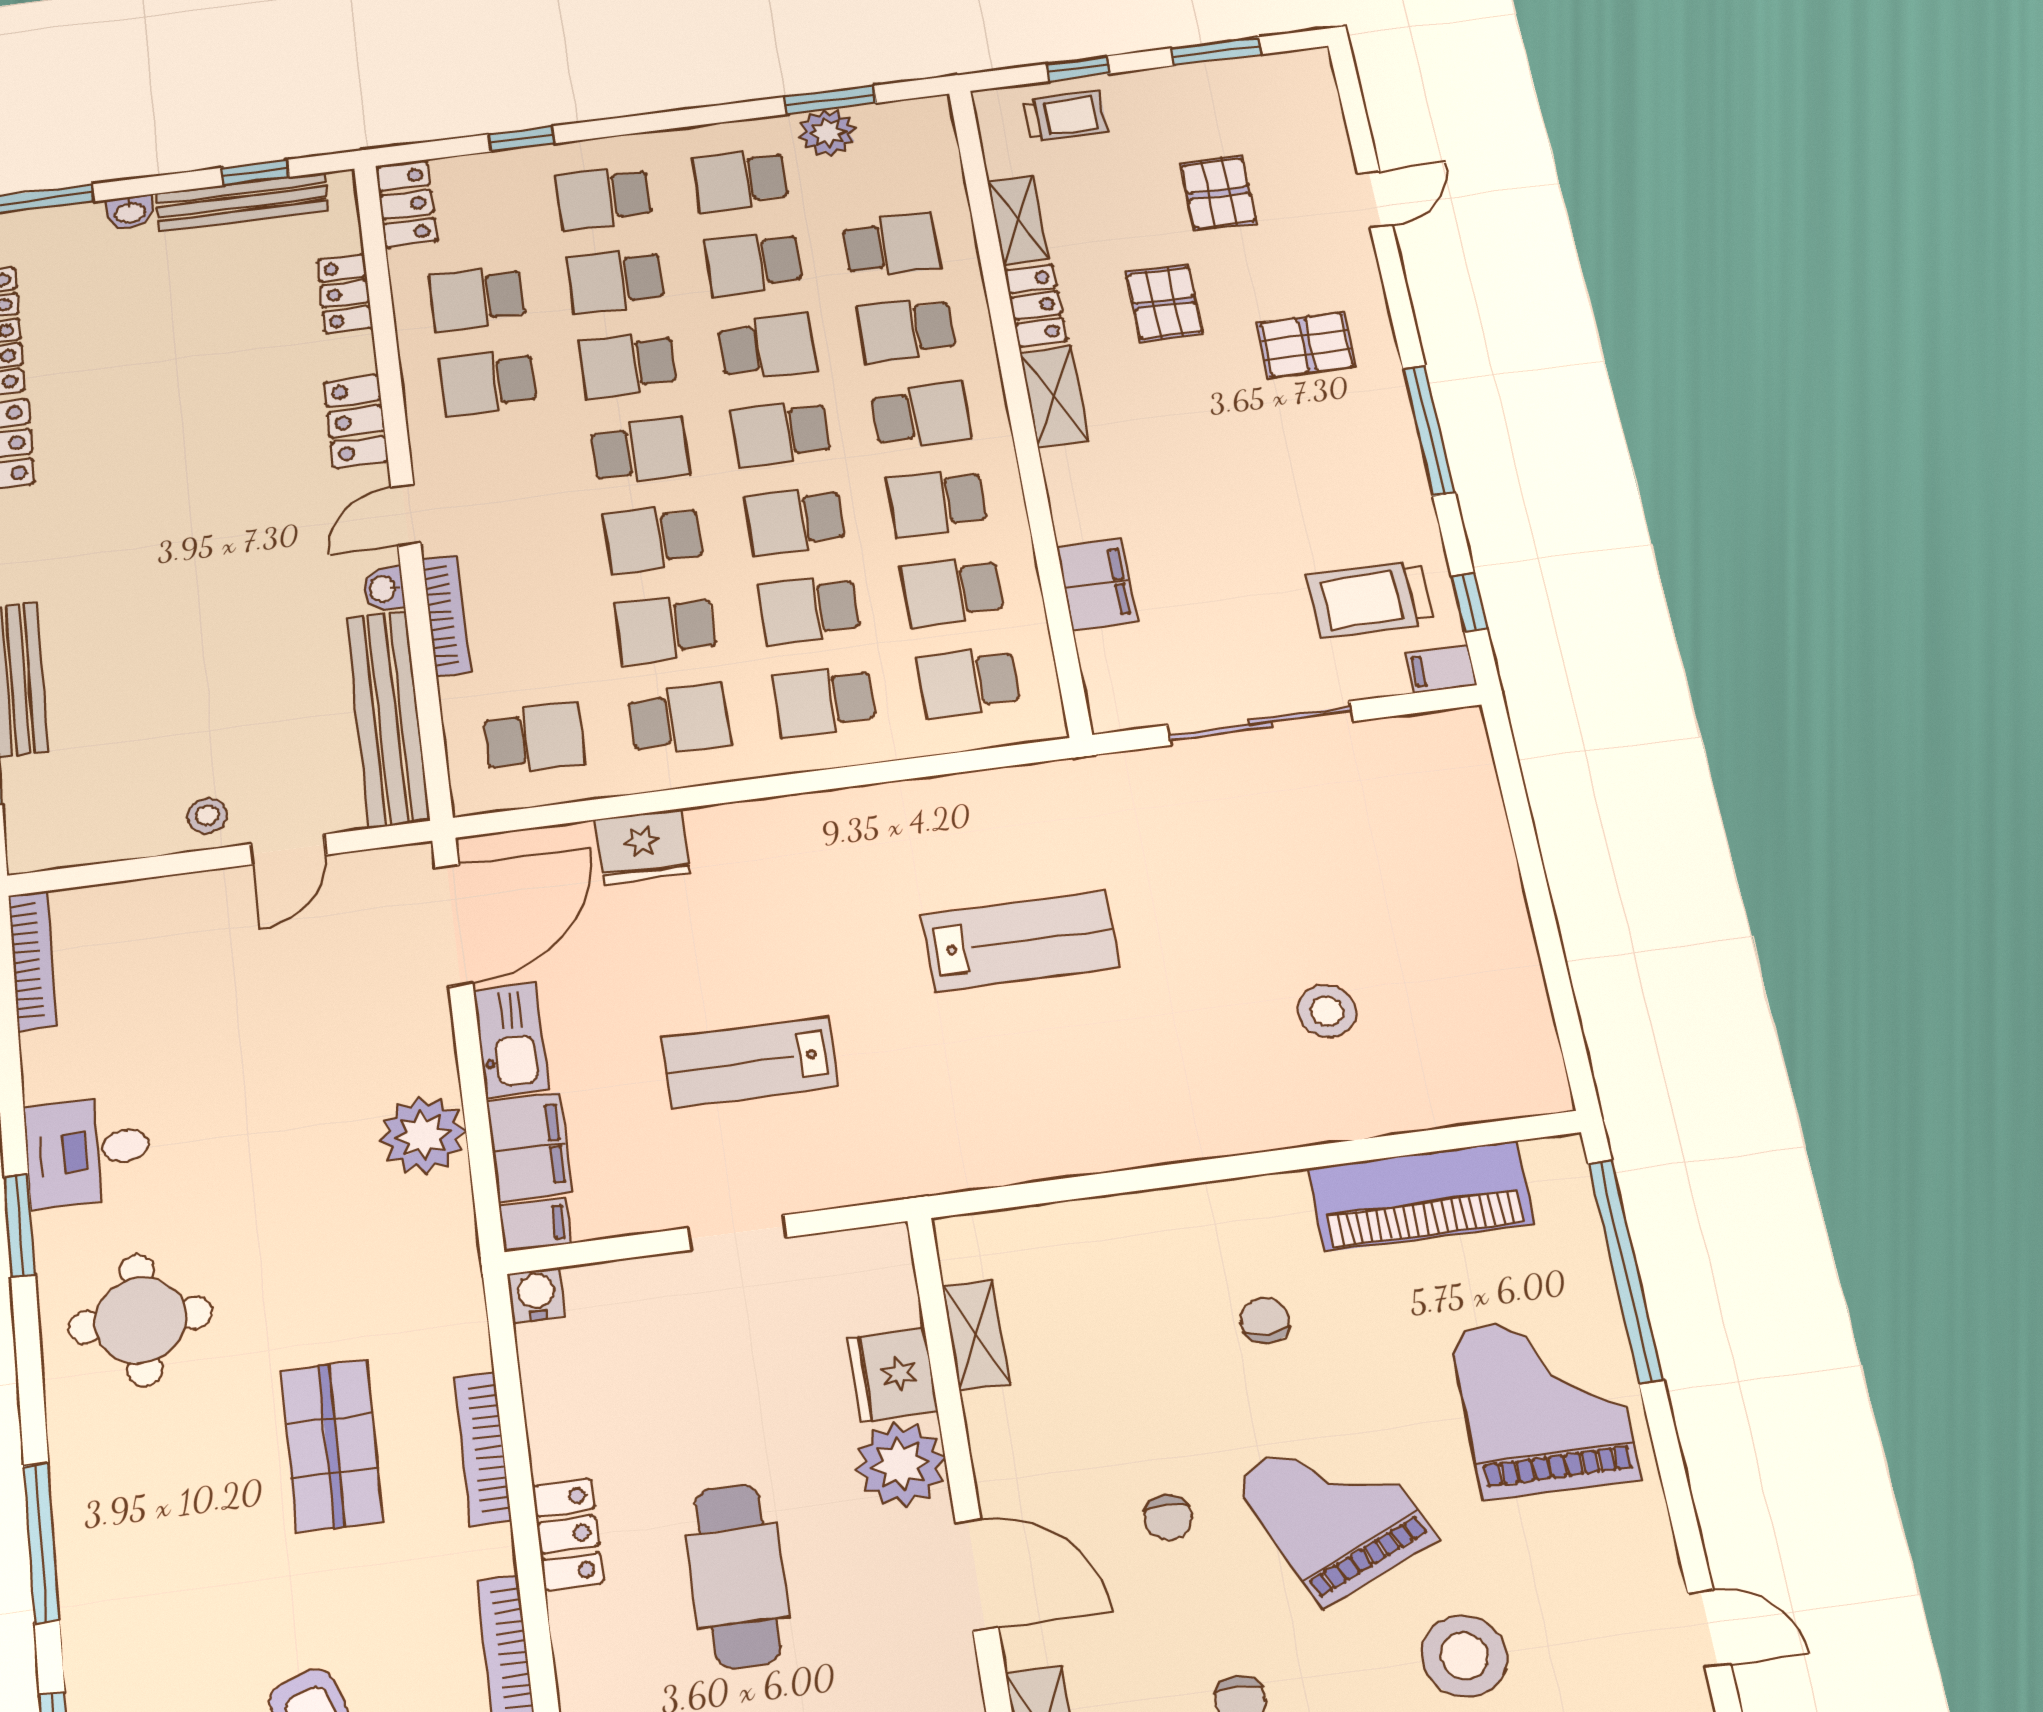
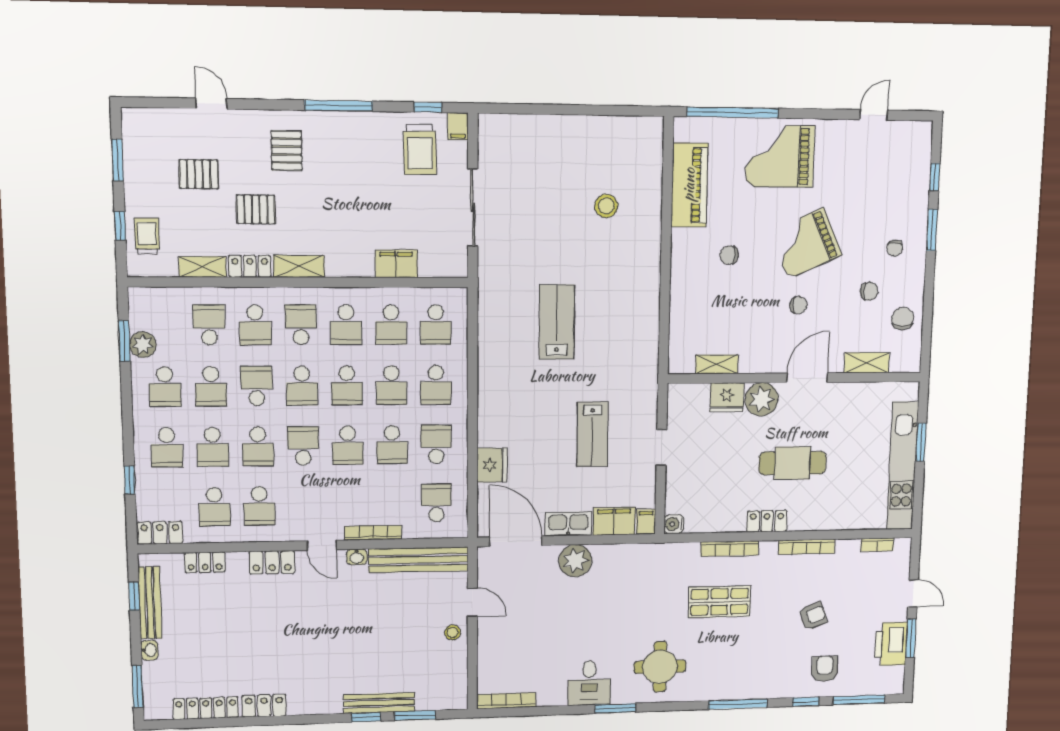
plant: (423, 1135) -> (575, 561), moved
stool: (1465, 1656) -> (868, 207), removed

